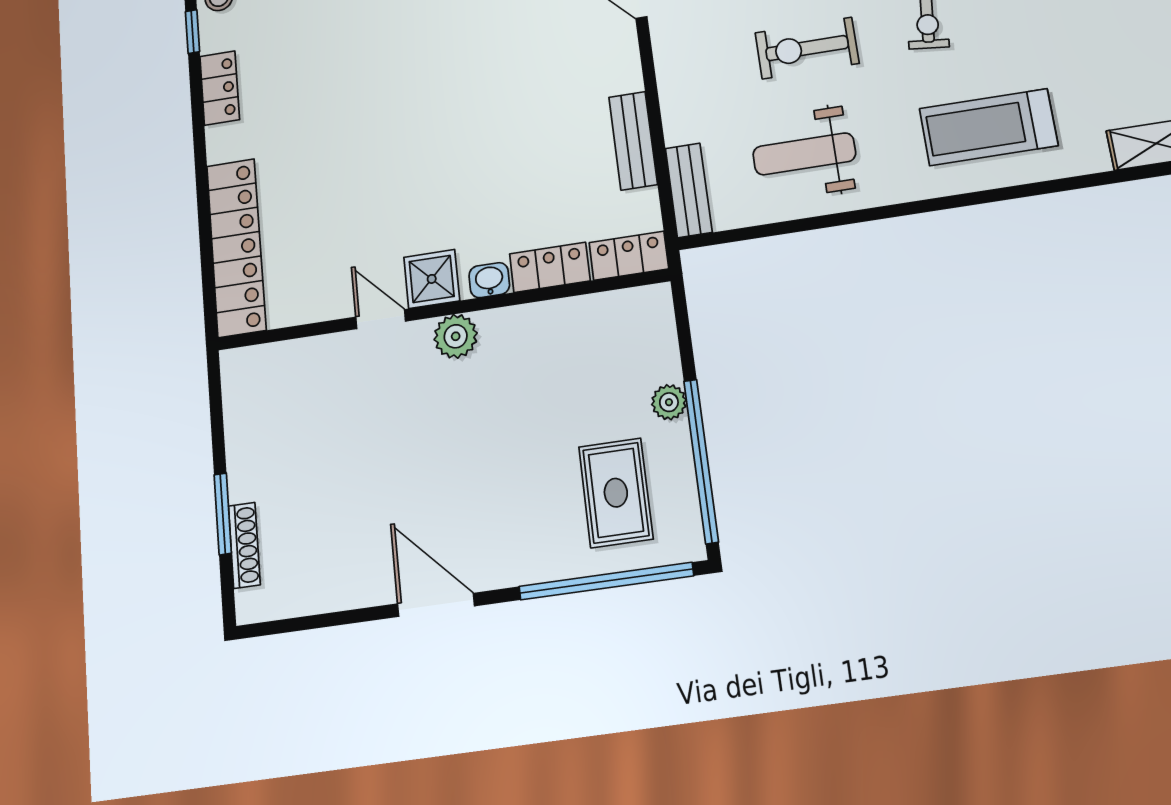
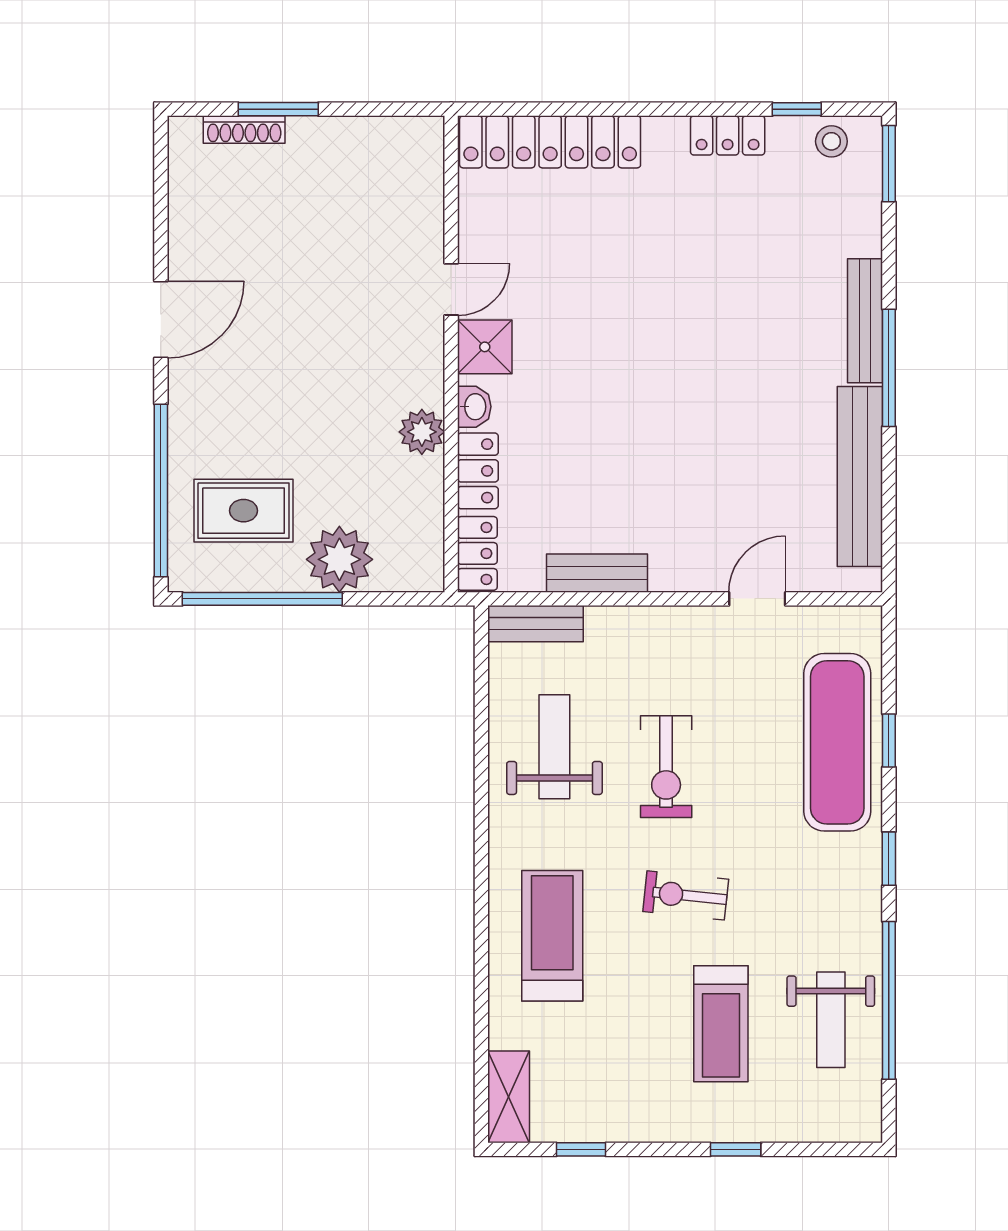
exercise bike: (807, 48) -> (666, 767), turned 180
plant: (456, 336) -> (422, 432), moved
plant: (669, 402) -> (339, 559), width x1.87, depth x1.87

